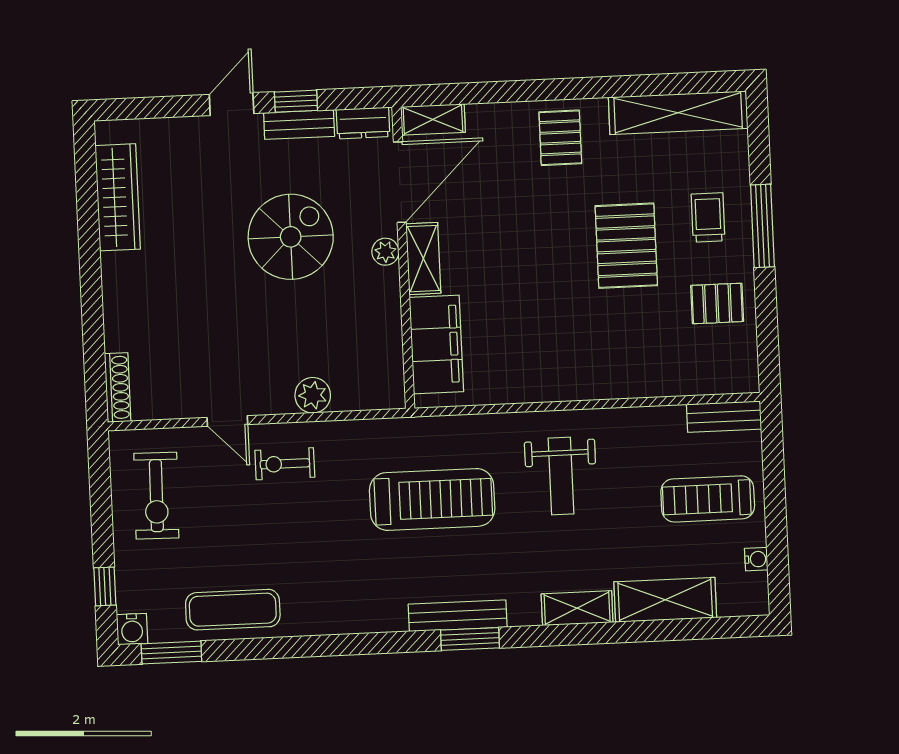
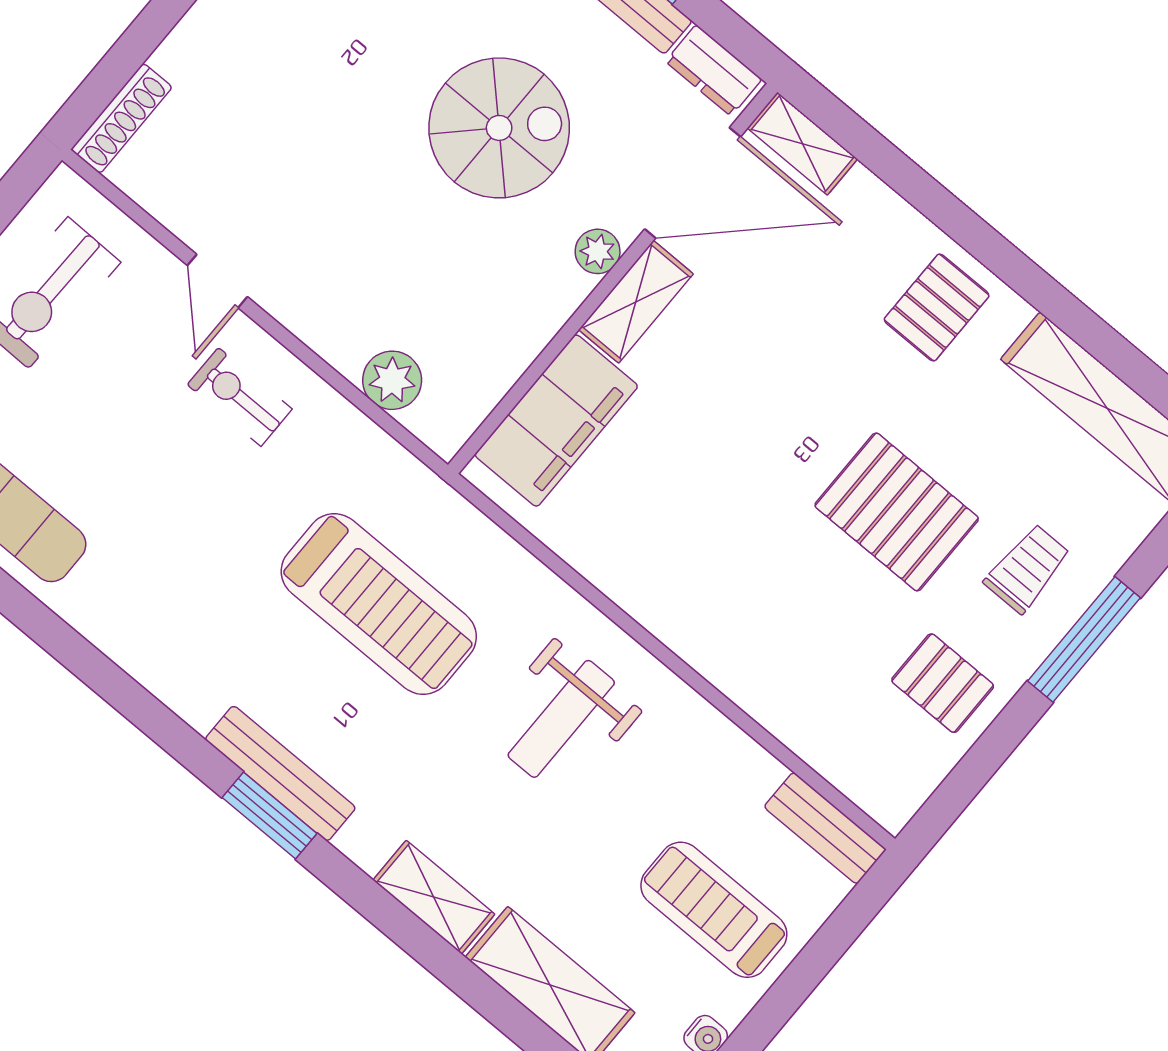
pallet: (626, 246) -> (897, 512), turned 90
plant: (313, 395) -> (392, 380), moved

